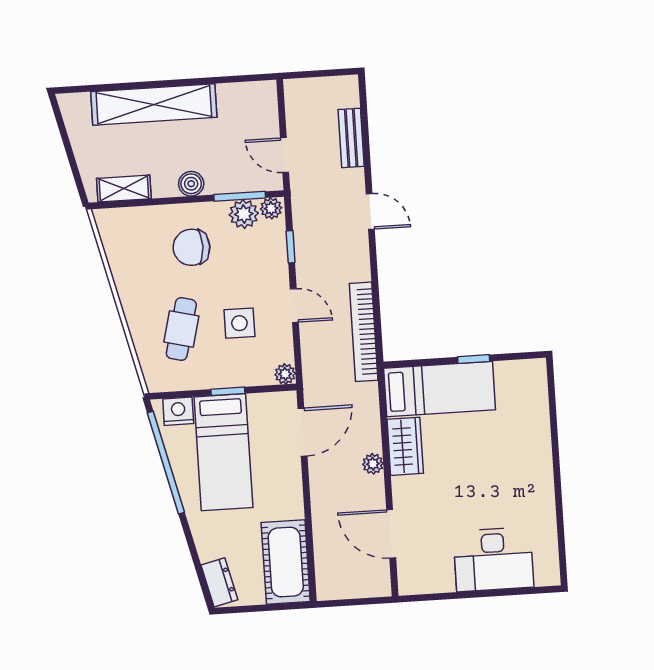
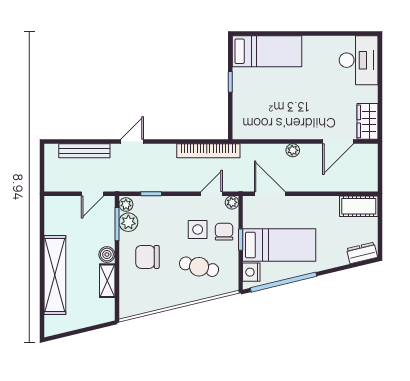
bench: (351, 138) -> (84, 151), width x1.36
shelving: (124, 189) -> (107, 281), moved
chair: (191, 247) -> (147, 257), turned 90
door: (294, 306) -> (212, 194), moved
chair: (239, 365) -> (224, 232), added
bed: (440, 389) -> (267, 51), moved, turned 90
wardrobe: (405, 446) -> (367, 121), moved, turned -90
desk: (494, 559) -> (359, 60), moved
cot: (286, 562) -> (359, 206), width x0.73, depth x0.75

